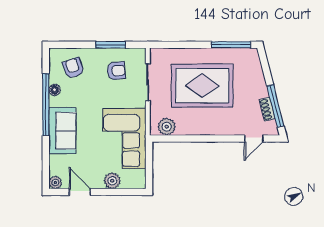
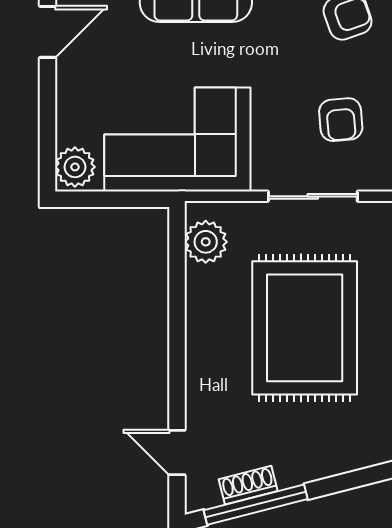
plant: (112, 181) -> (75, 167), moved

